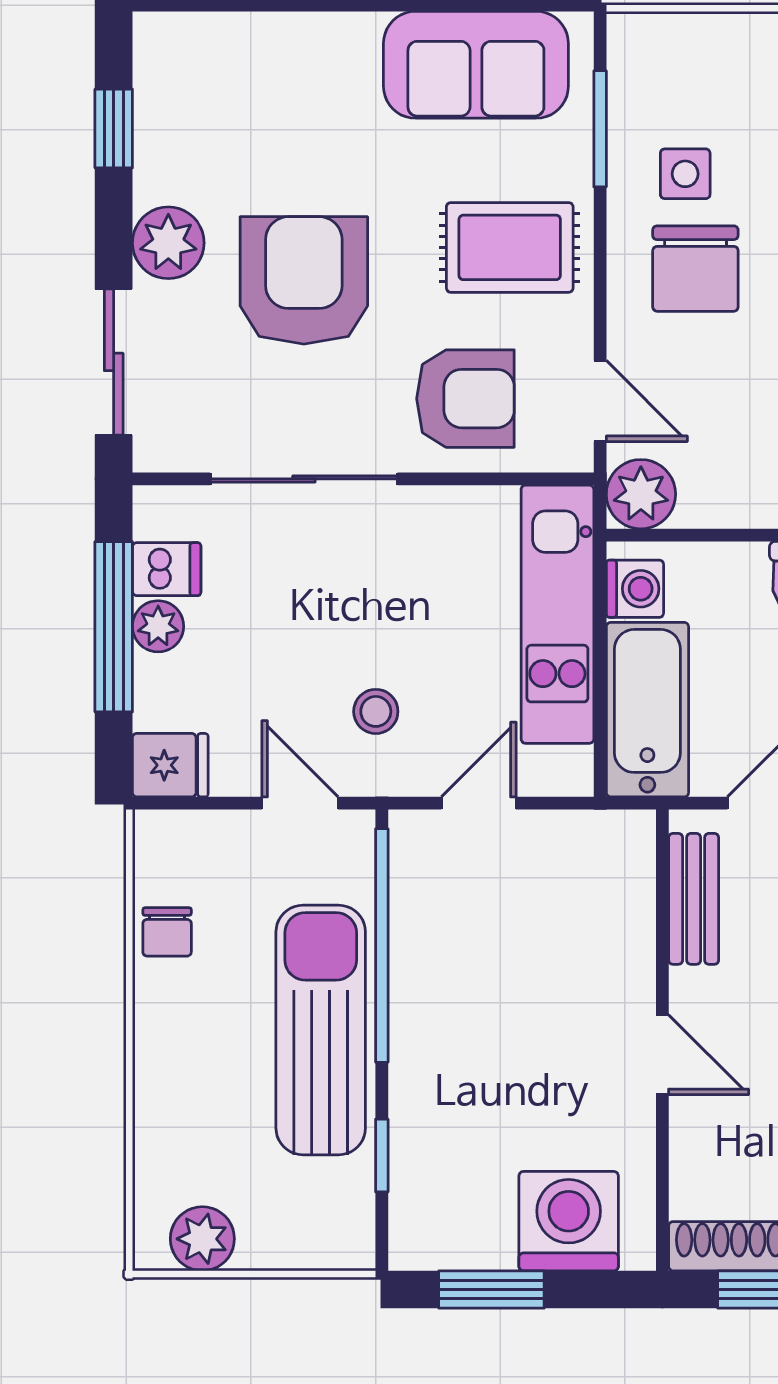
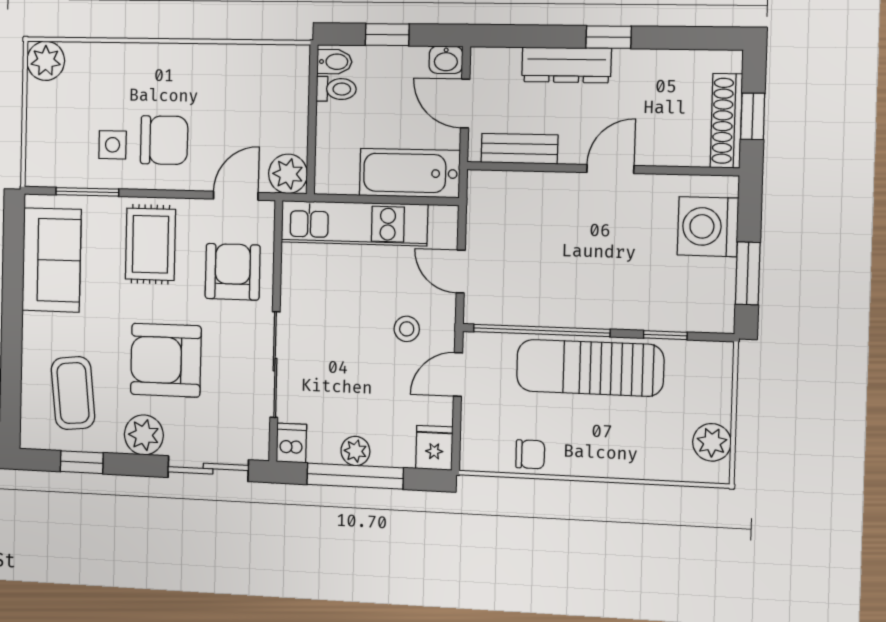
coffee table: (238, 110) -> (73, 393), added
dishwasher: (167, 569) -> (291, 443), moved
washing machine: (635, 589) -> (341, 179), removed

